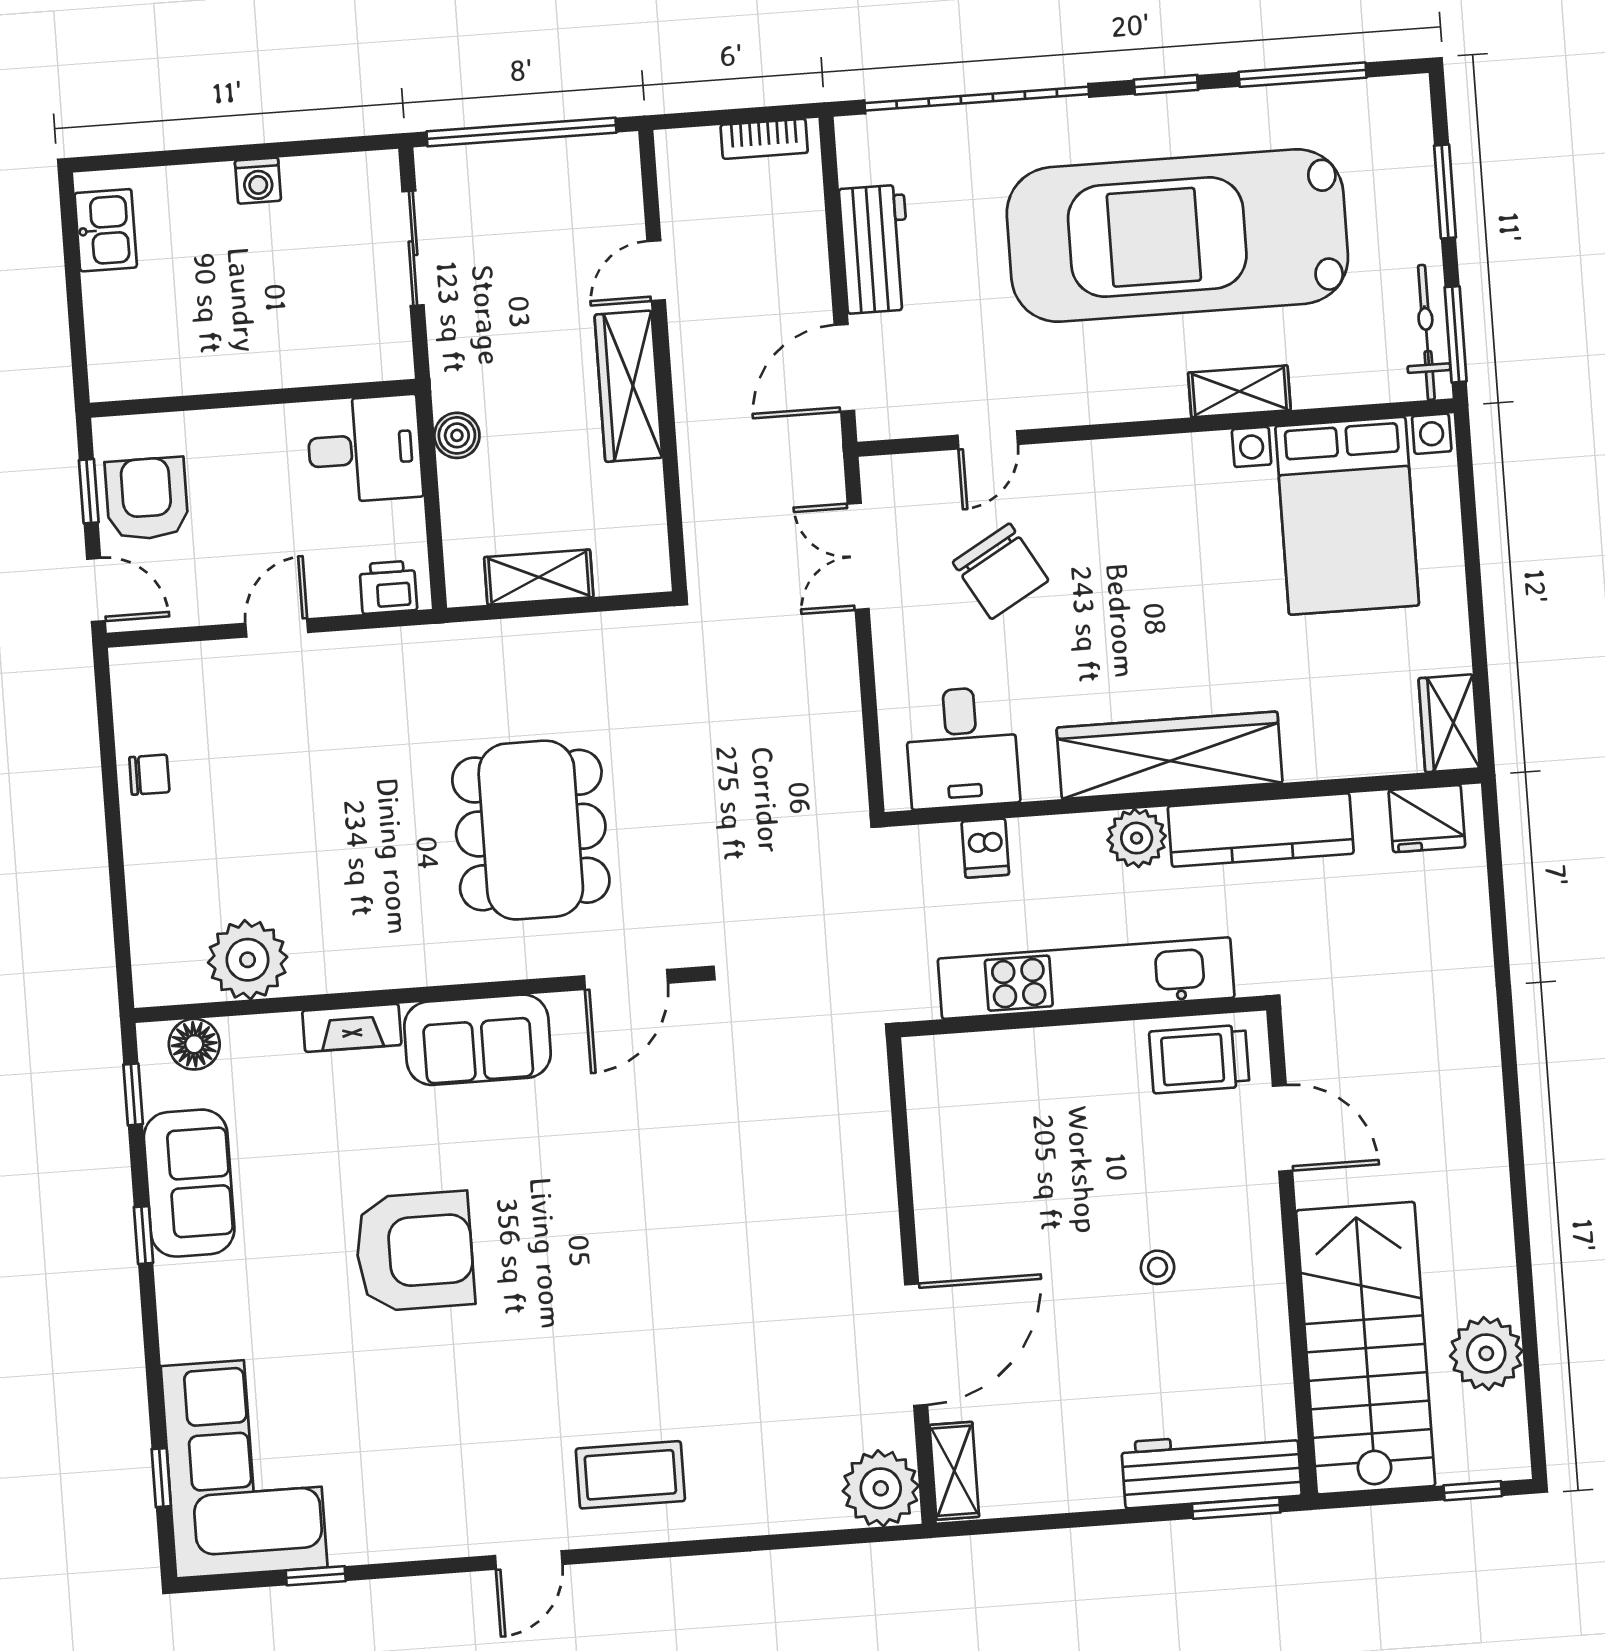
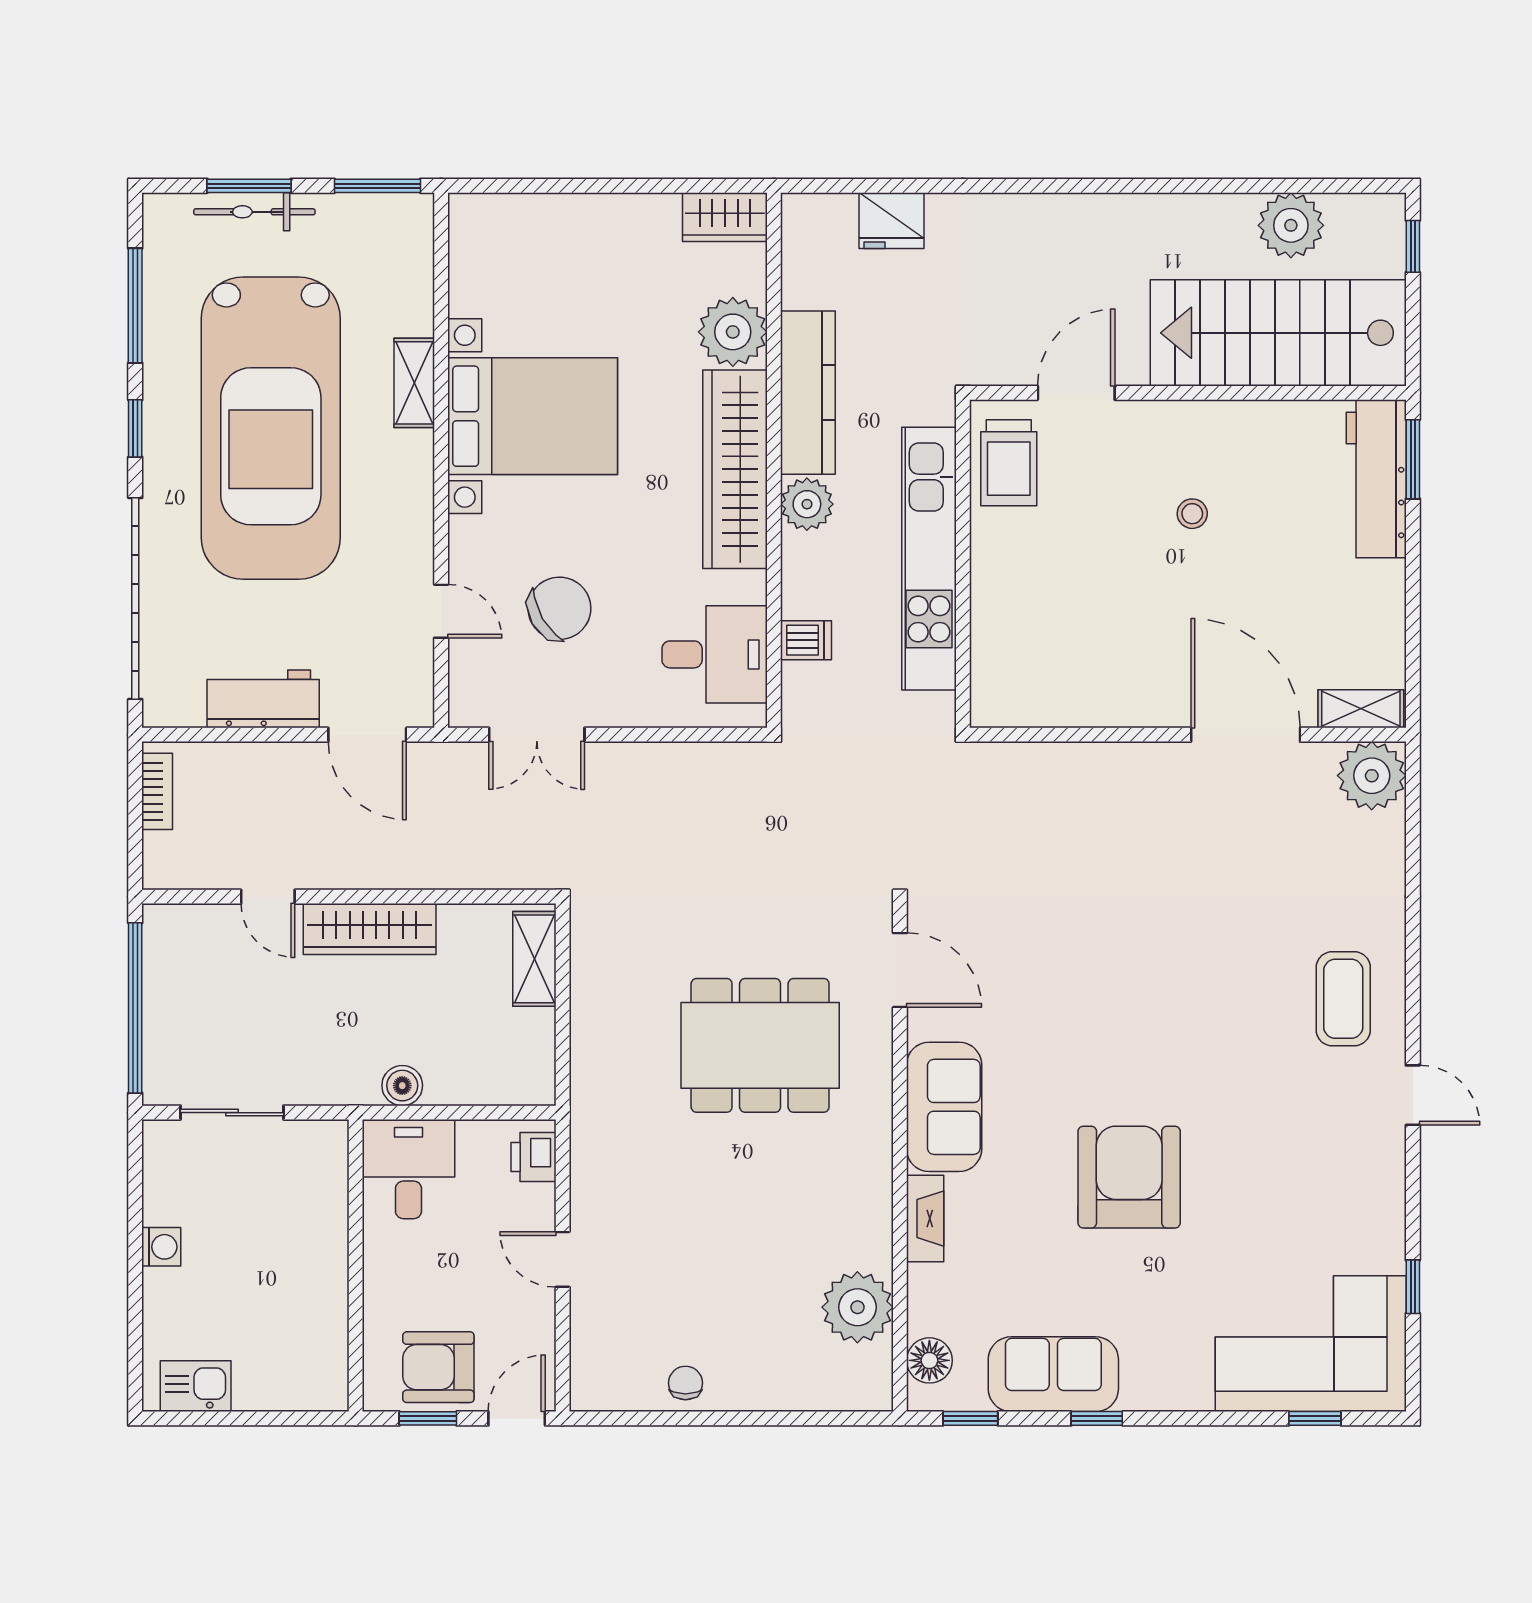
bicycle: (1426, 332) -> (254, 212), moved
bed with nightstands: (1347, 516) -> (533, 416), moved
shelving: (539, 577) -> (534, 959), moved
plant: (1322, 741) -> (733, 332), added
fridge: (1427, 819) -> (891, 221), moved, turned 90

